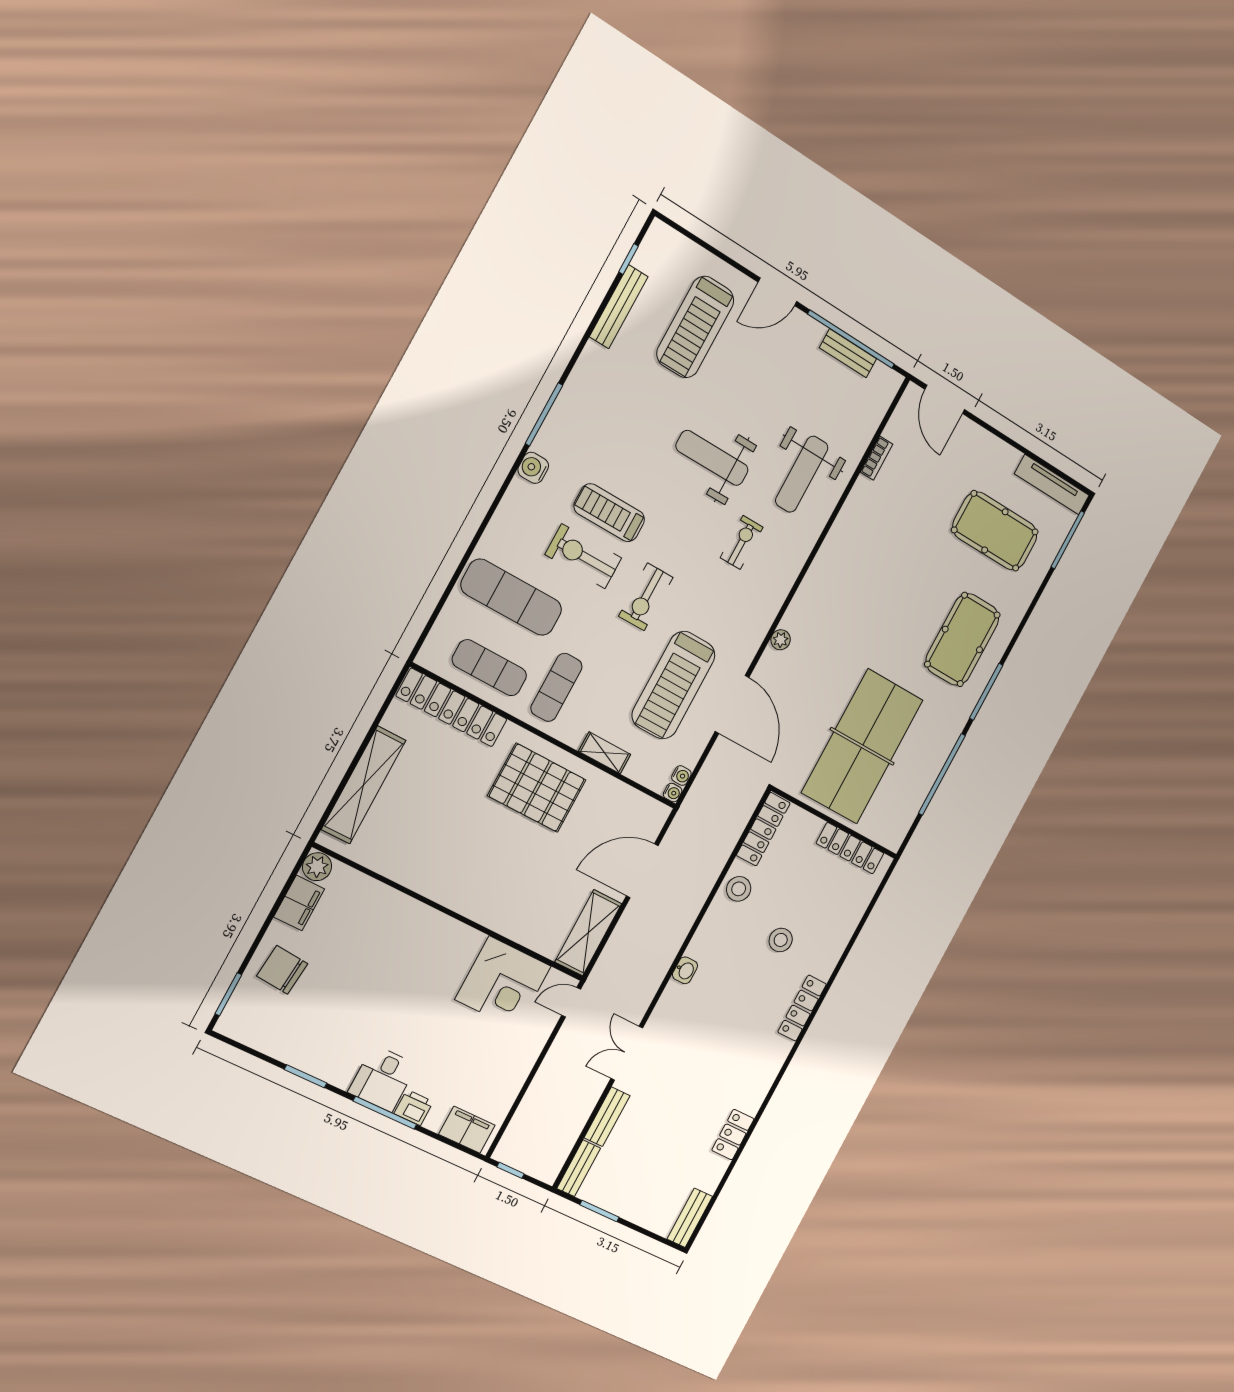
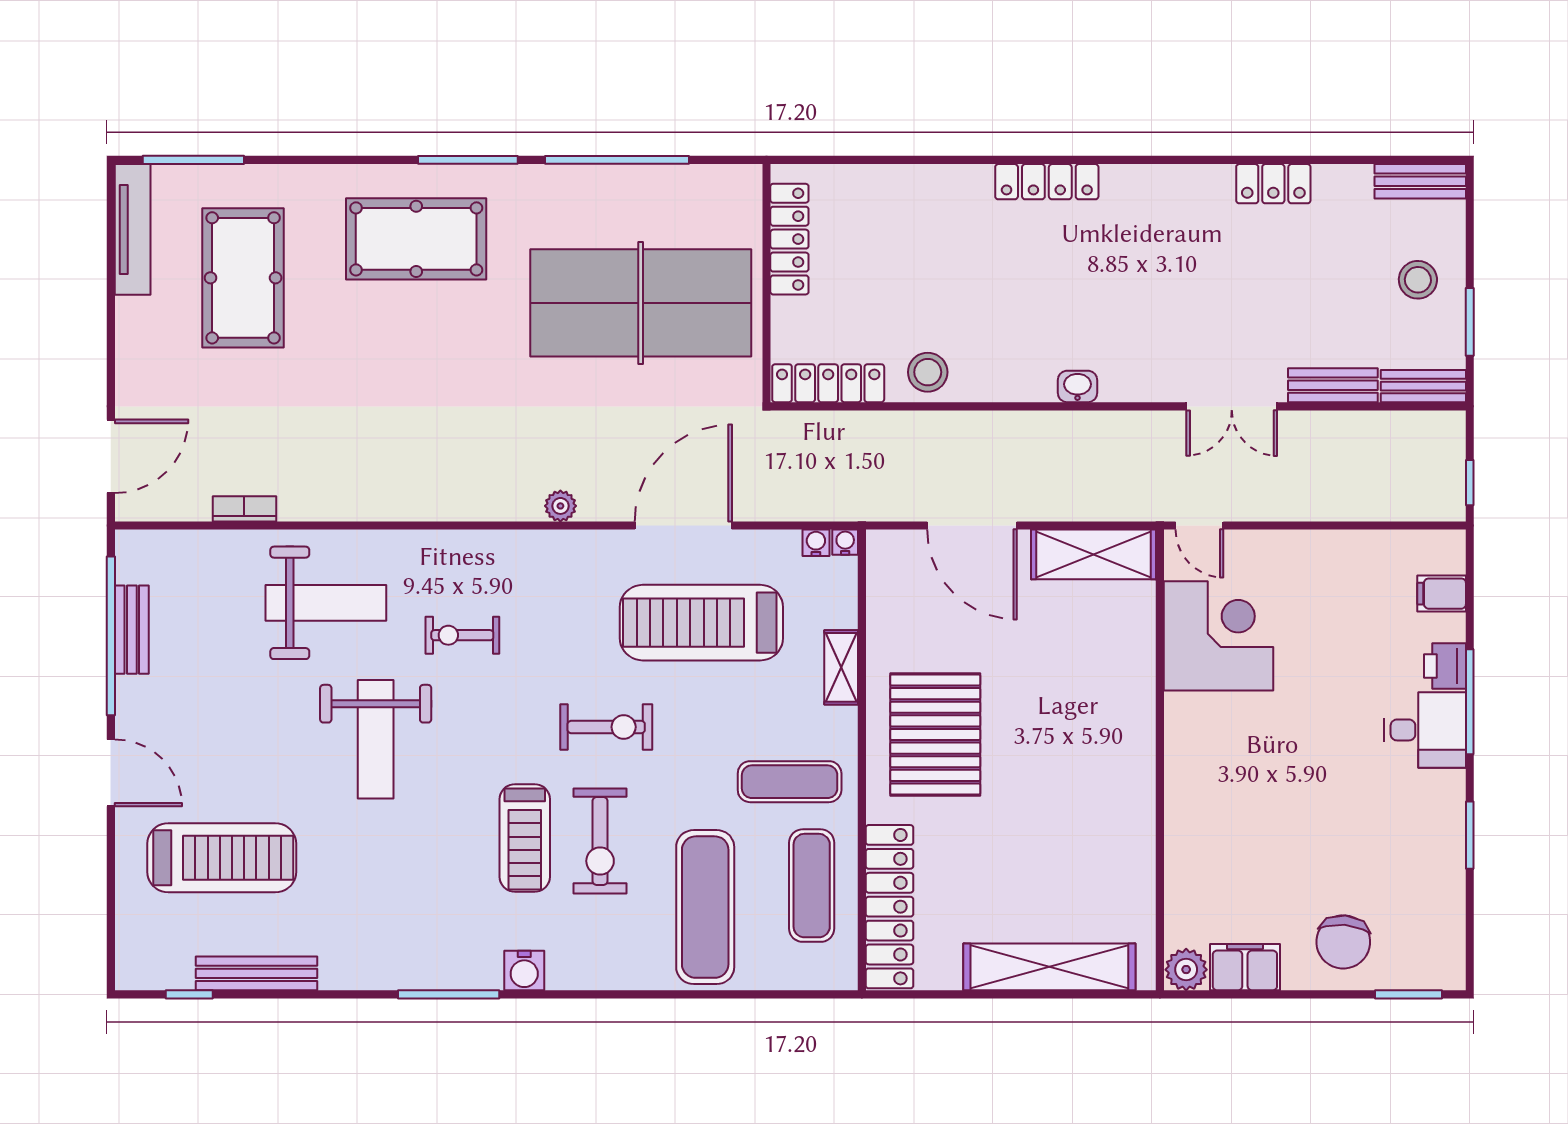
treadmill: (674, 685) -> (701, 623), turned 180
stool: (781, 940) -> (1418, 280), moved
filing cabinet: (467, 1130) -> (1442, 594), width x0.50

